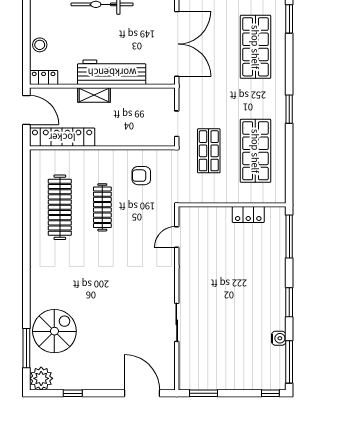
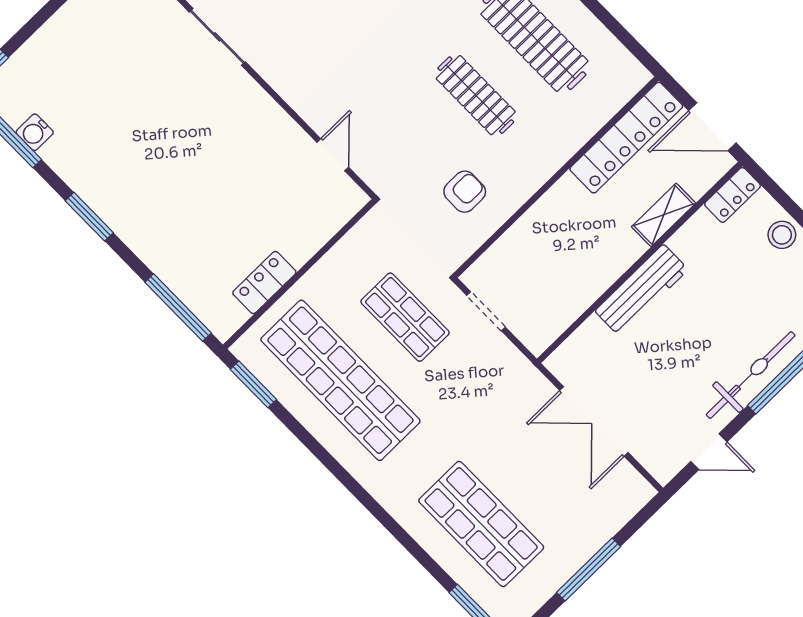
double door: (177, 44) -> (594, 421), width x0.73
workbench: (112, 72) -> (641, 290), width x0.73, depth x0.76
shelving: (94, 95) -> (664, 215), moved
window: (289, 109) -> (253, 384), moved
shop shelf: (255, 151) -> (340, 380), width x1.40
water cooler: (279, 338) -> (35, 132), moved

